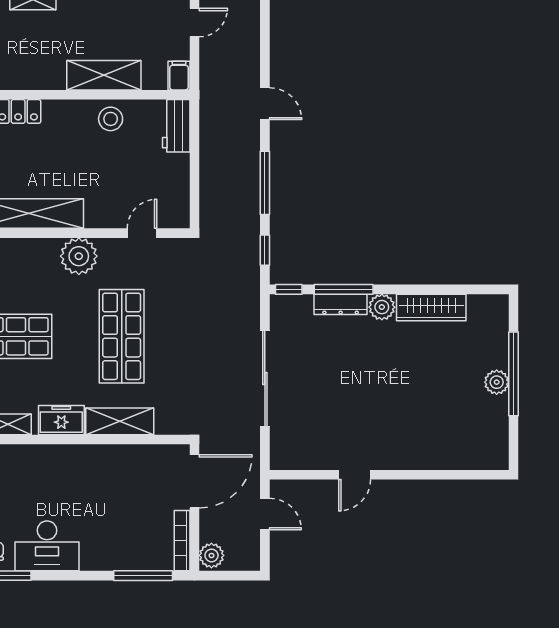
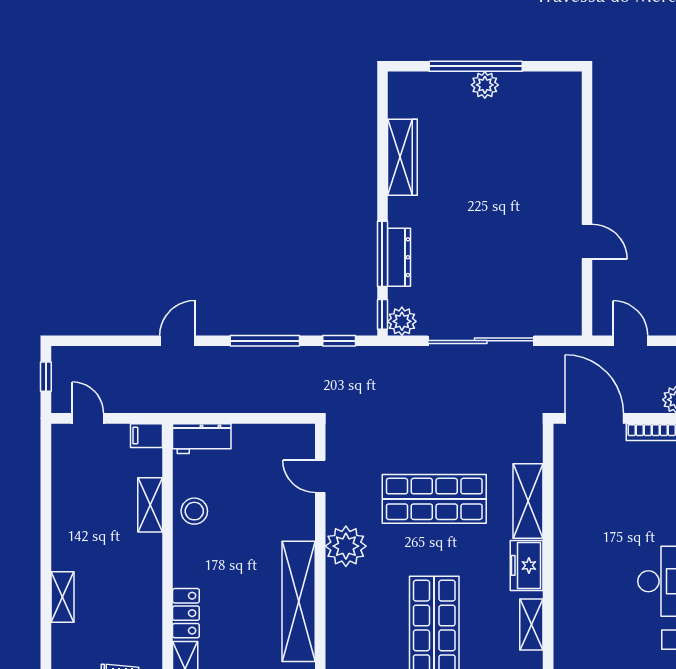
shelving: (104, 75) -> (150, 505), width x0.67, depth x0.75
plant: (382, 307) -> (402, 321), moved
door: (265, 514) -> (630, 341), hinge flipped

